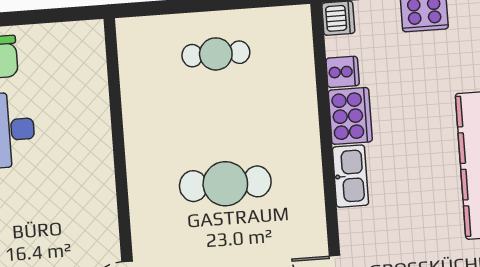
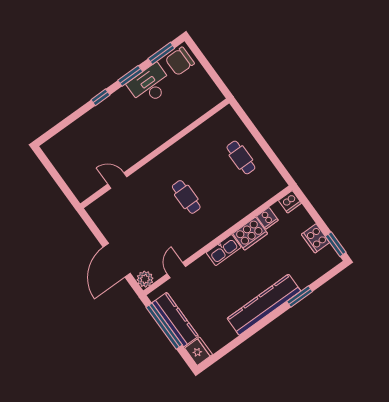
cafe table: (225, 184) -> (186, 197), width x0.73, depth x0.74

